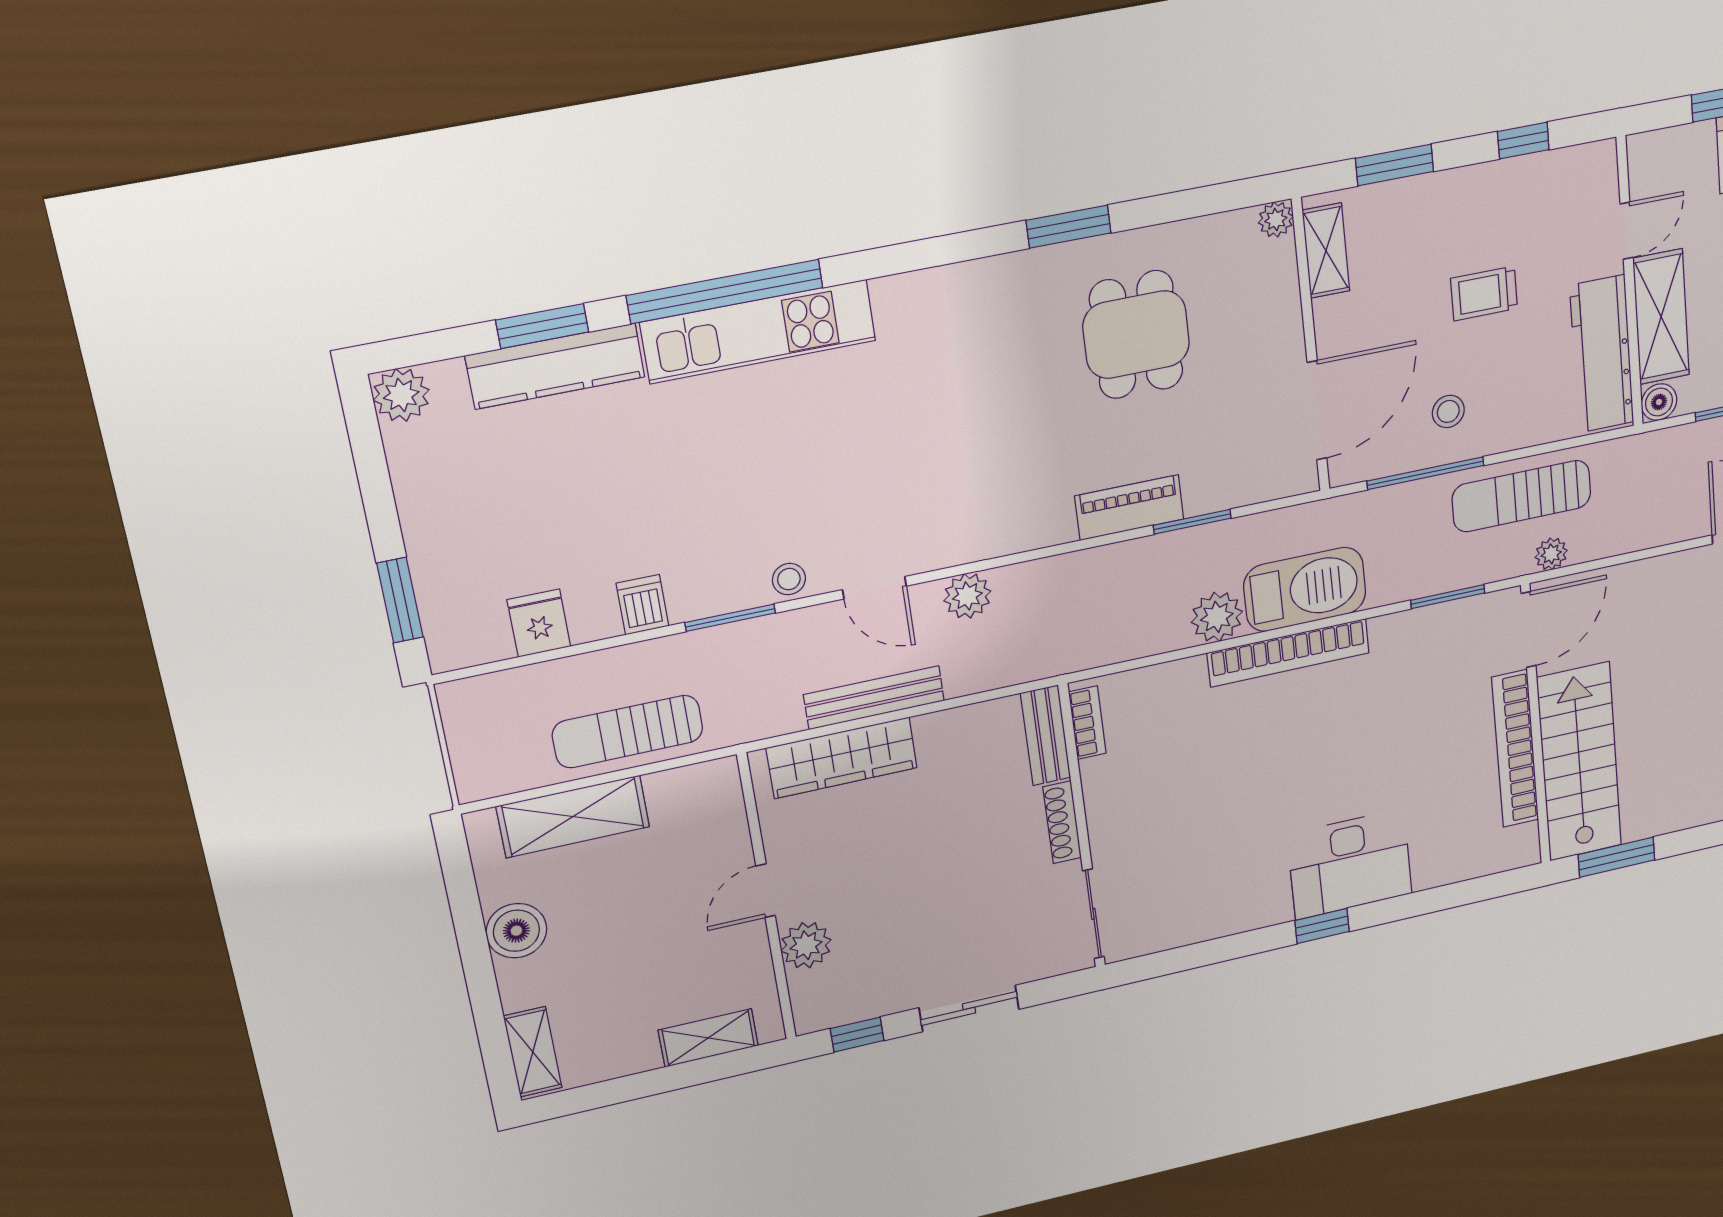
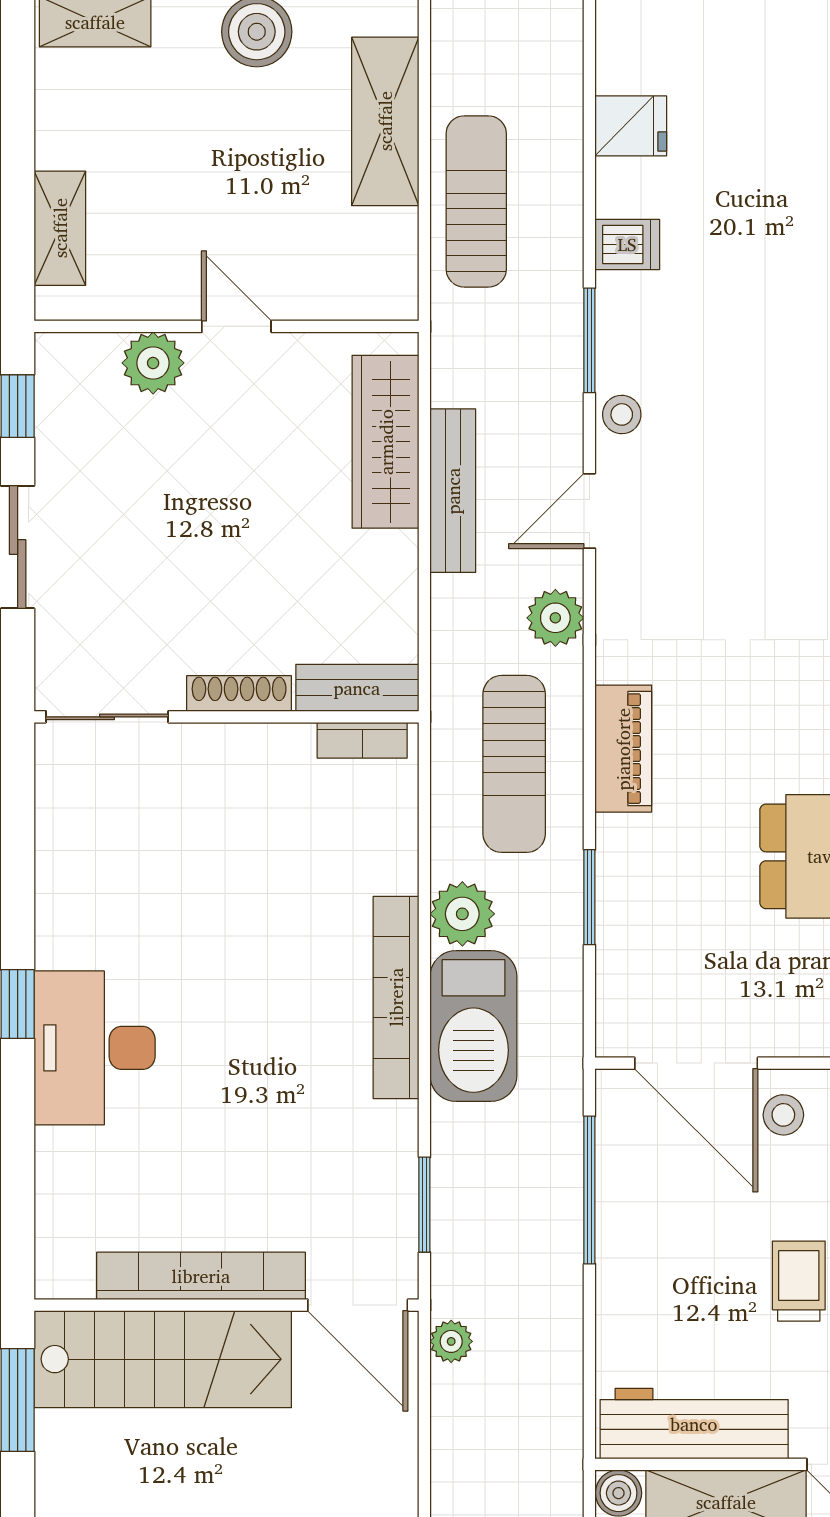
stool: (1448, 411) -> (783, 1115), moved
sun lounger: (1522, 496) -> (514, 764), moved, turned 180
piano: (1129, 508) -> (623, 749), moved

